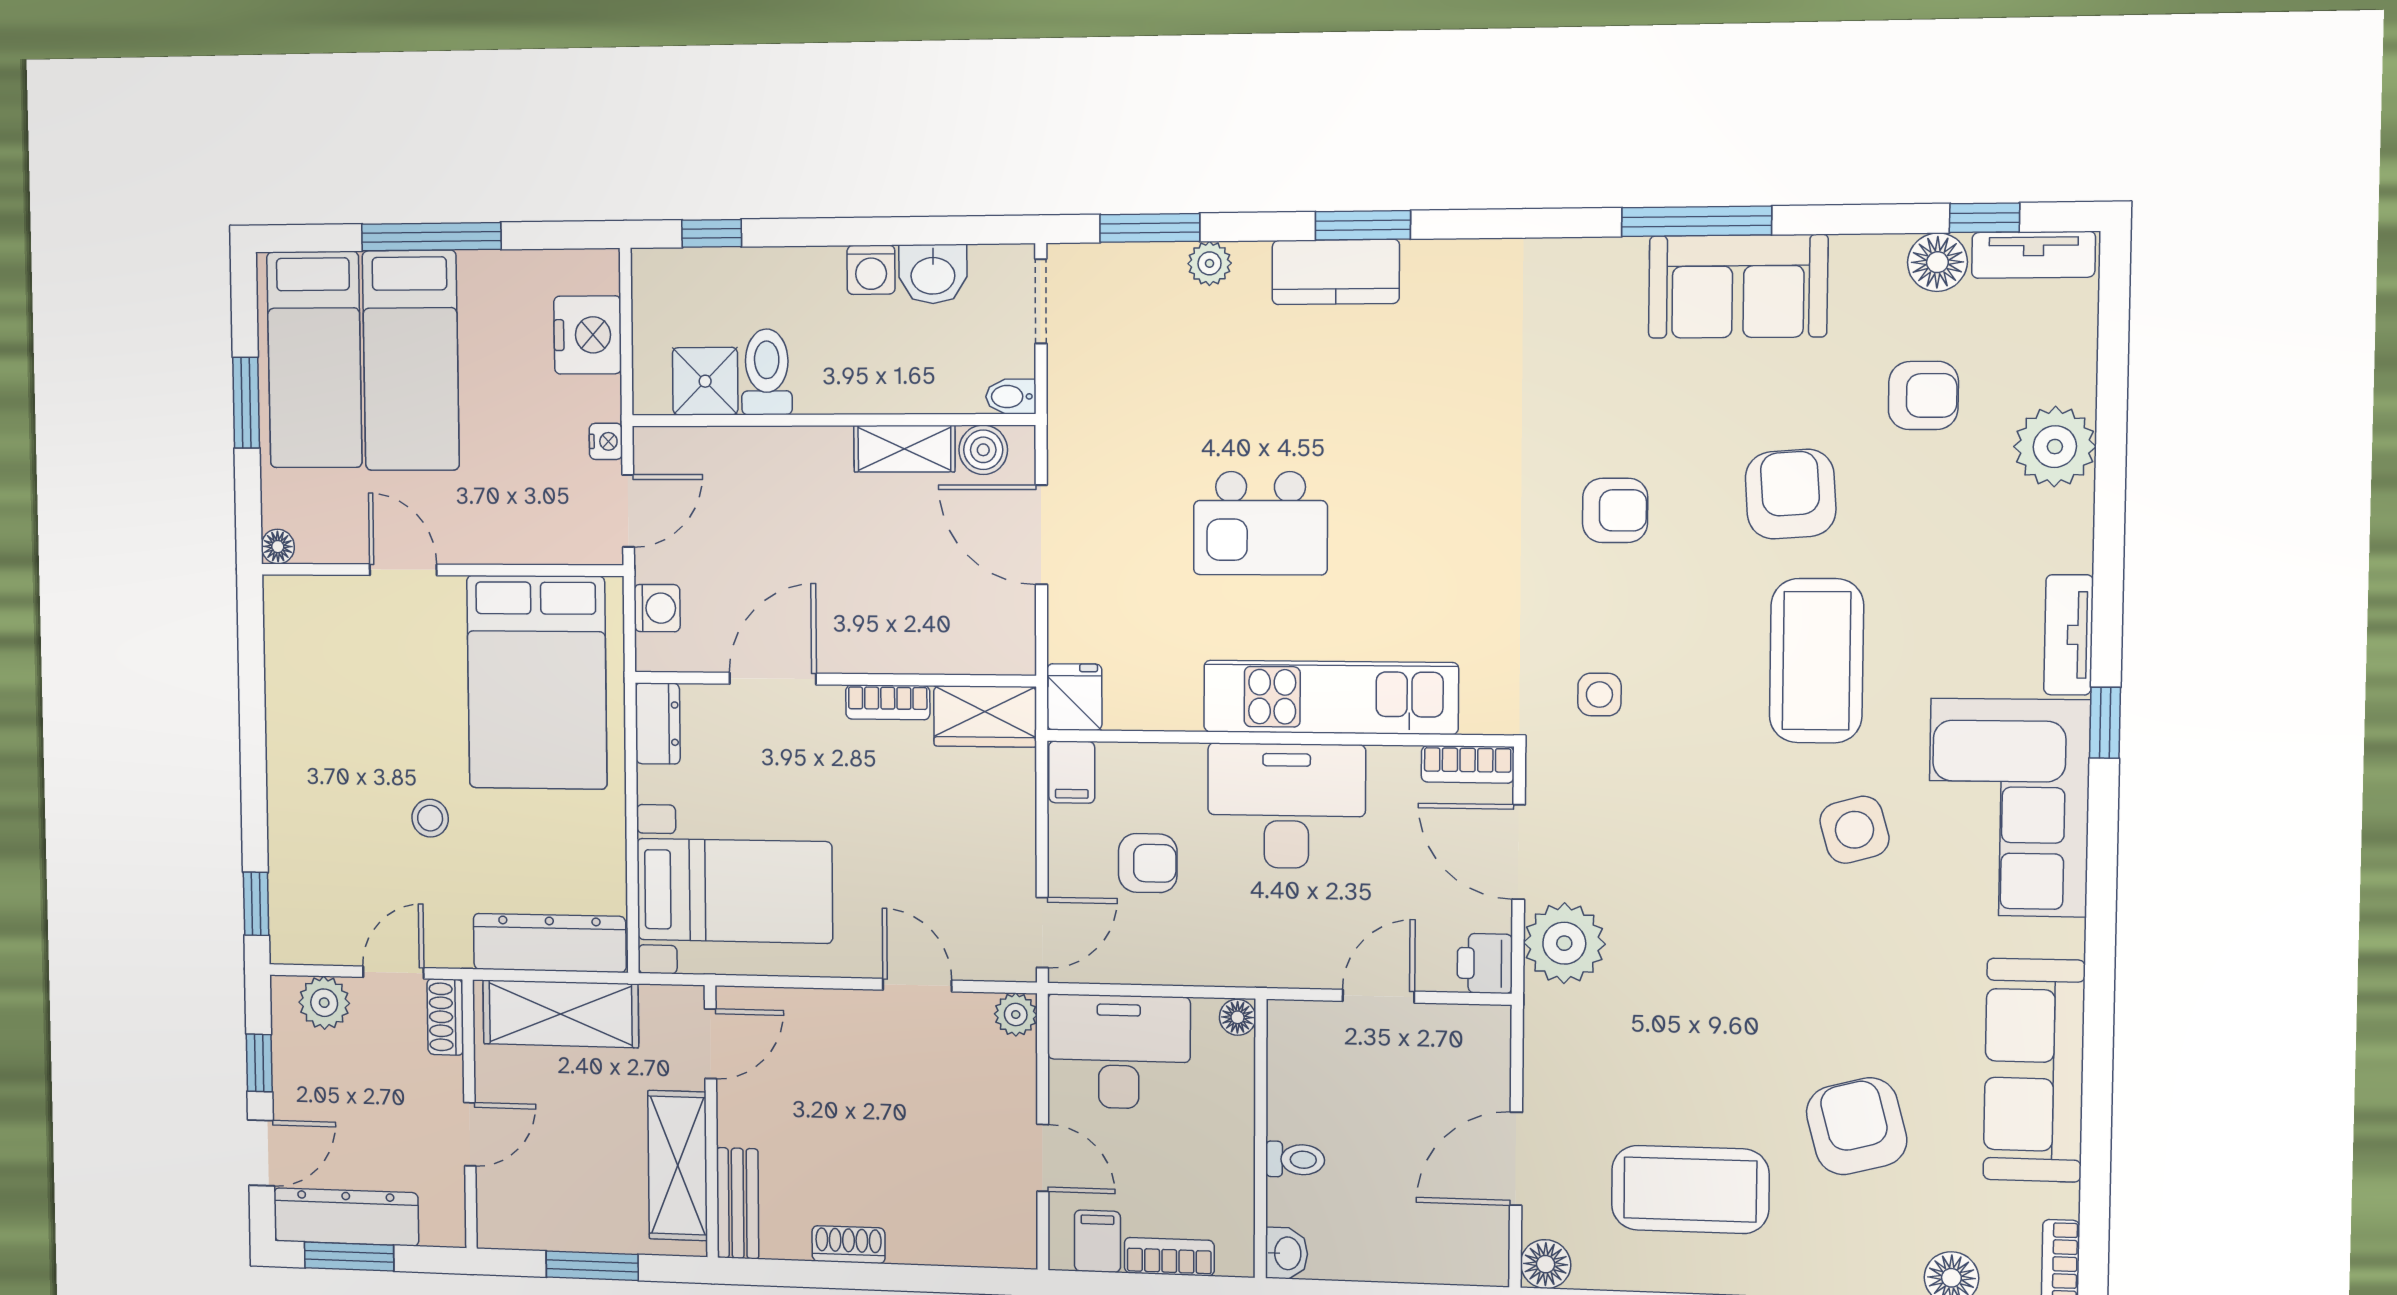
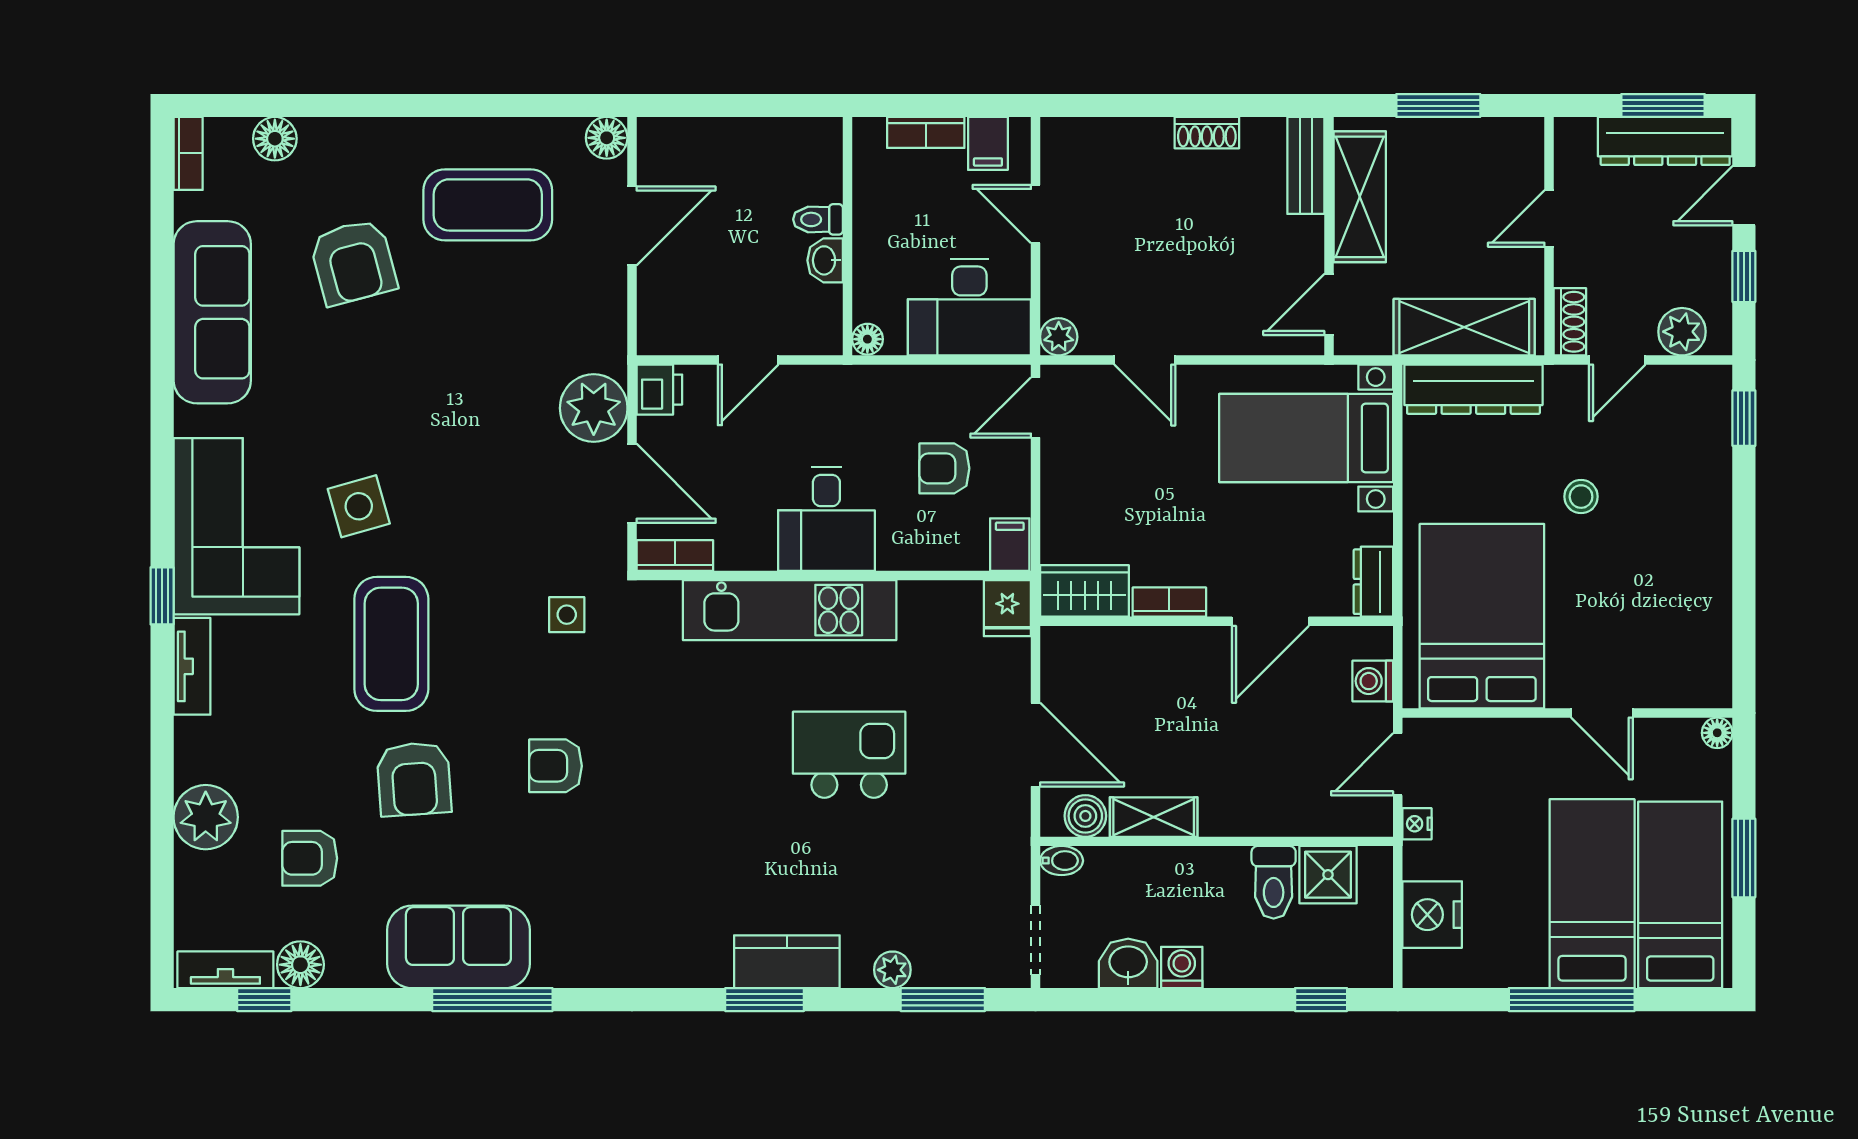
desk: (1286, 806) -> (826, 519), width x0.73
washbasin: (1287, 1253) -> (825, 260), moved

